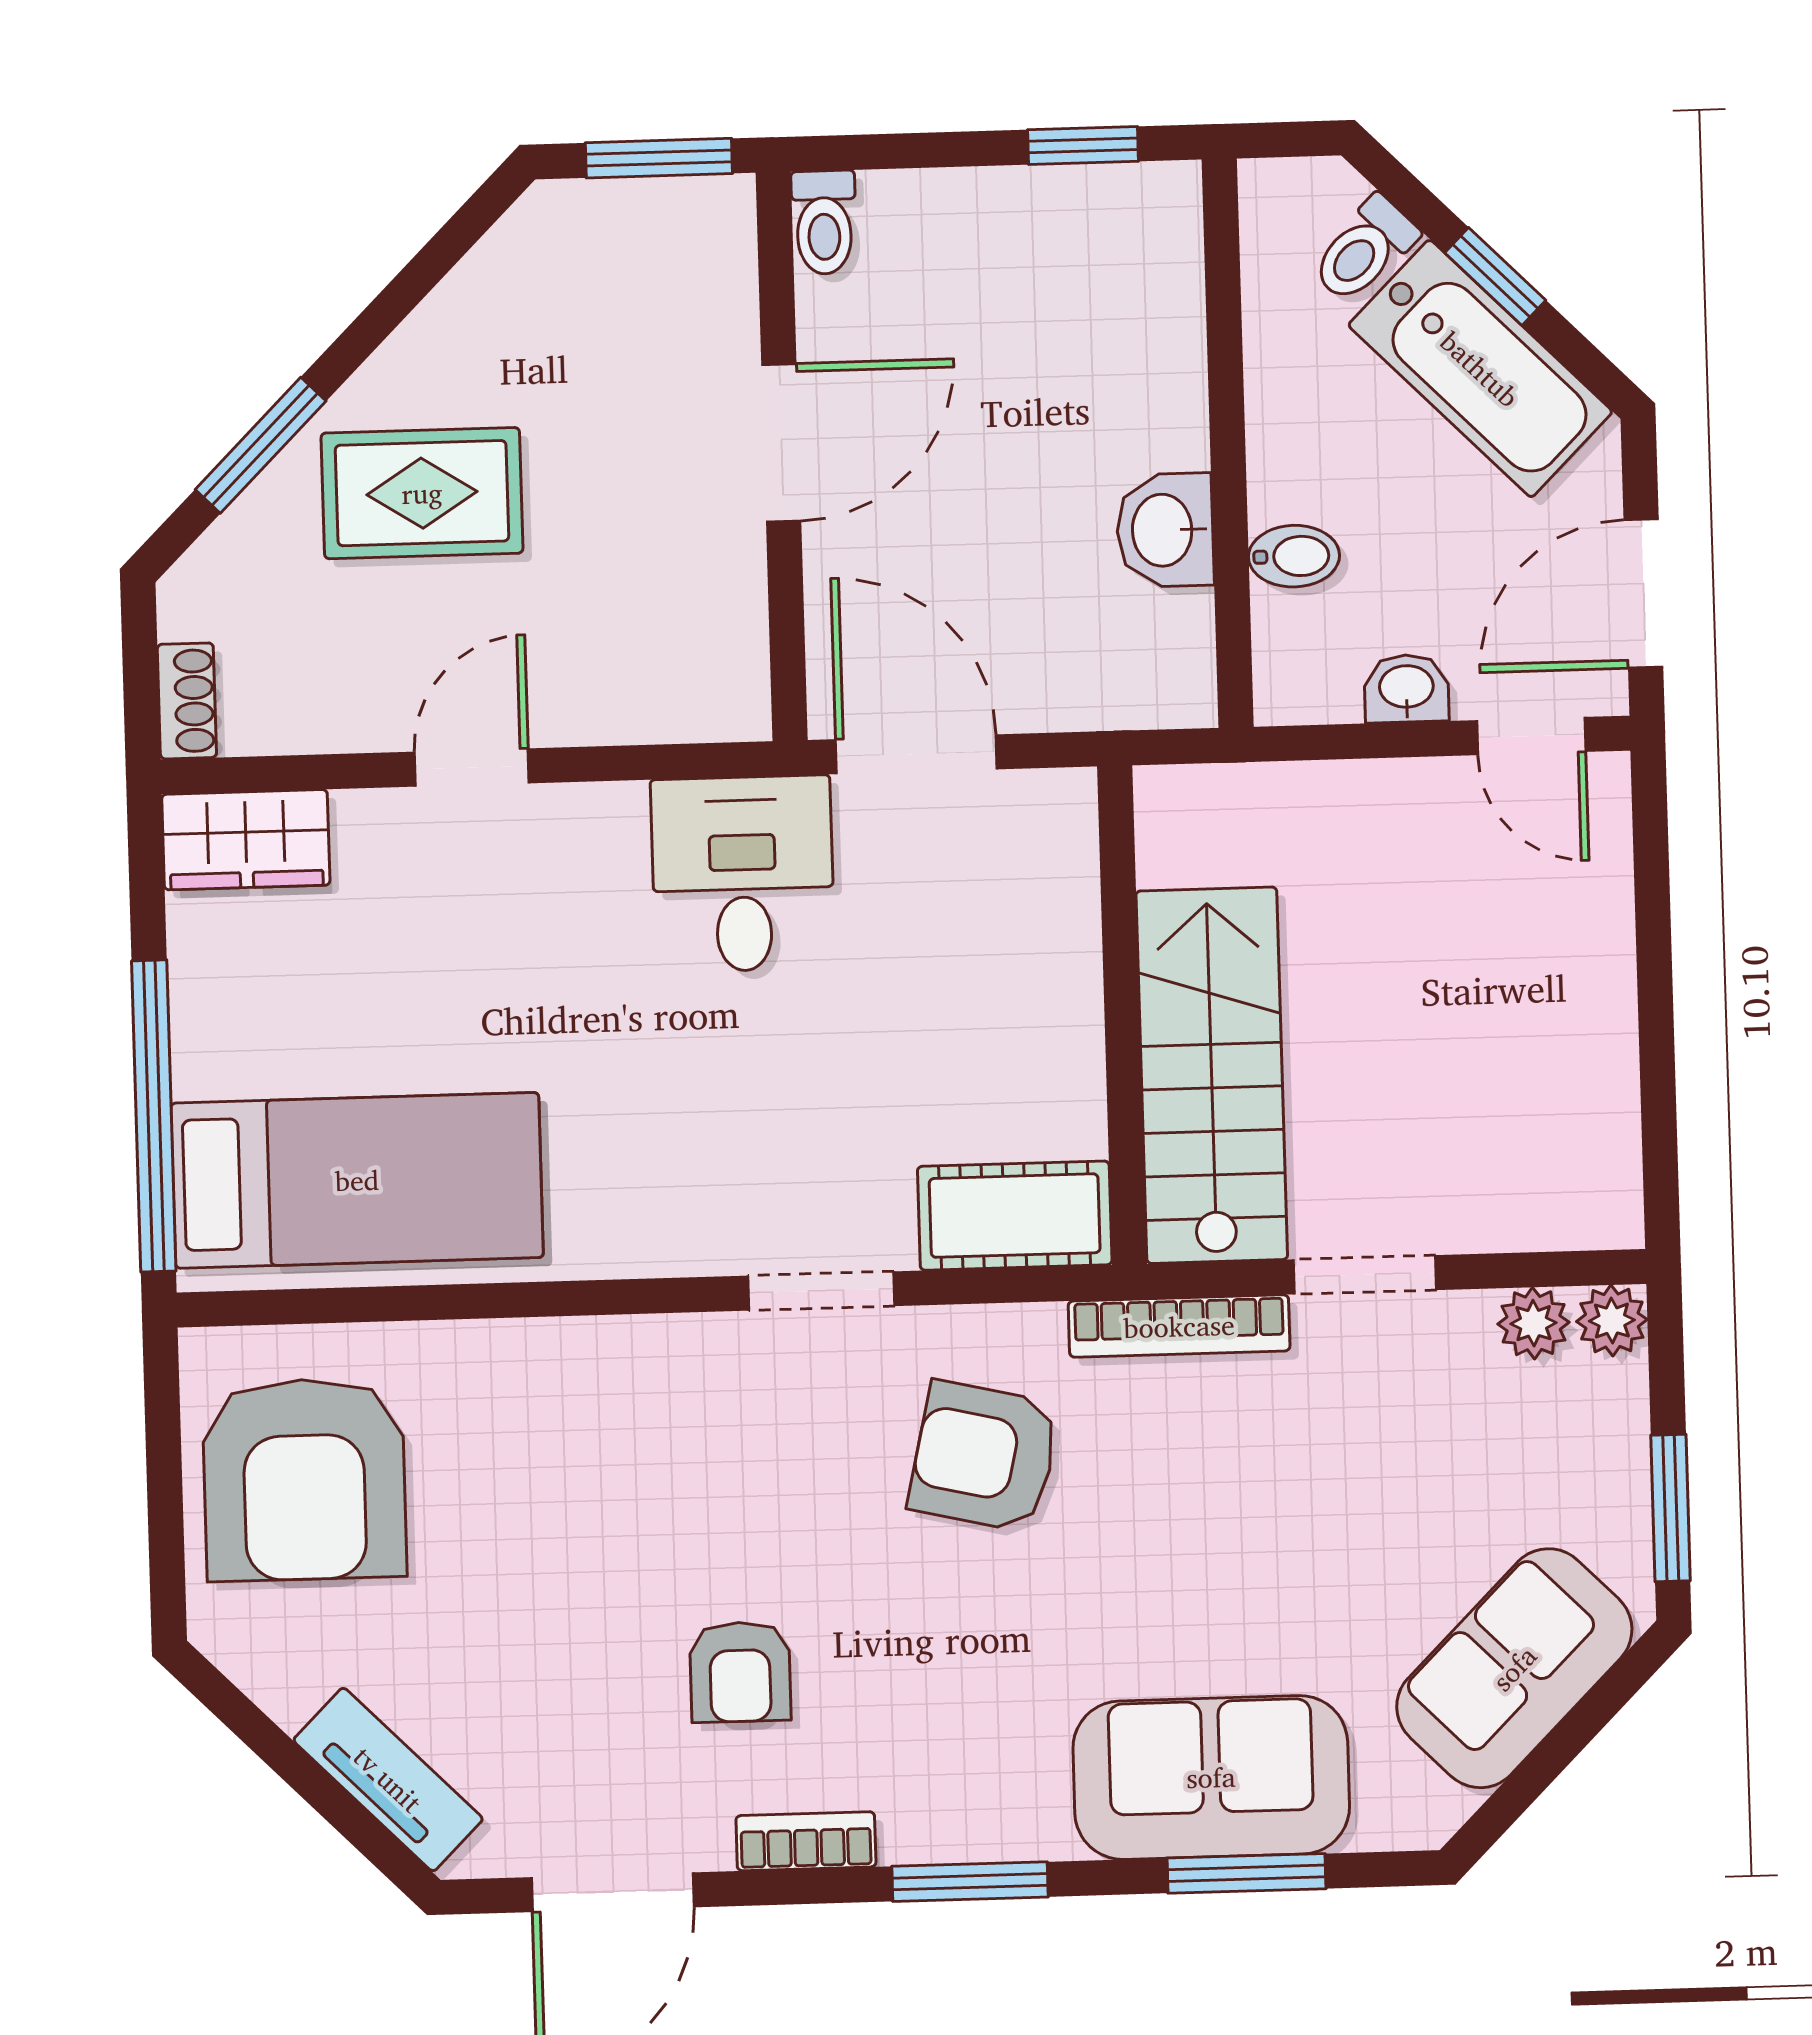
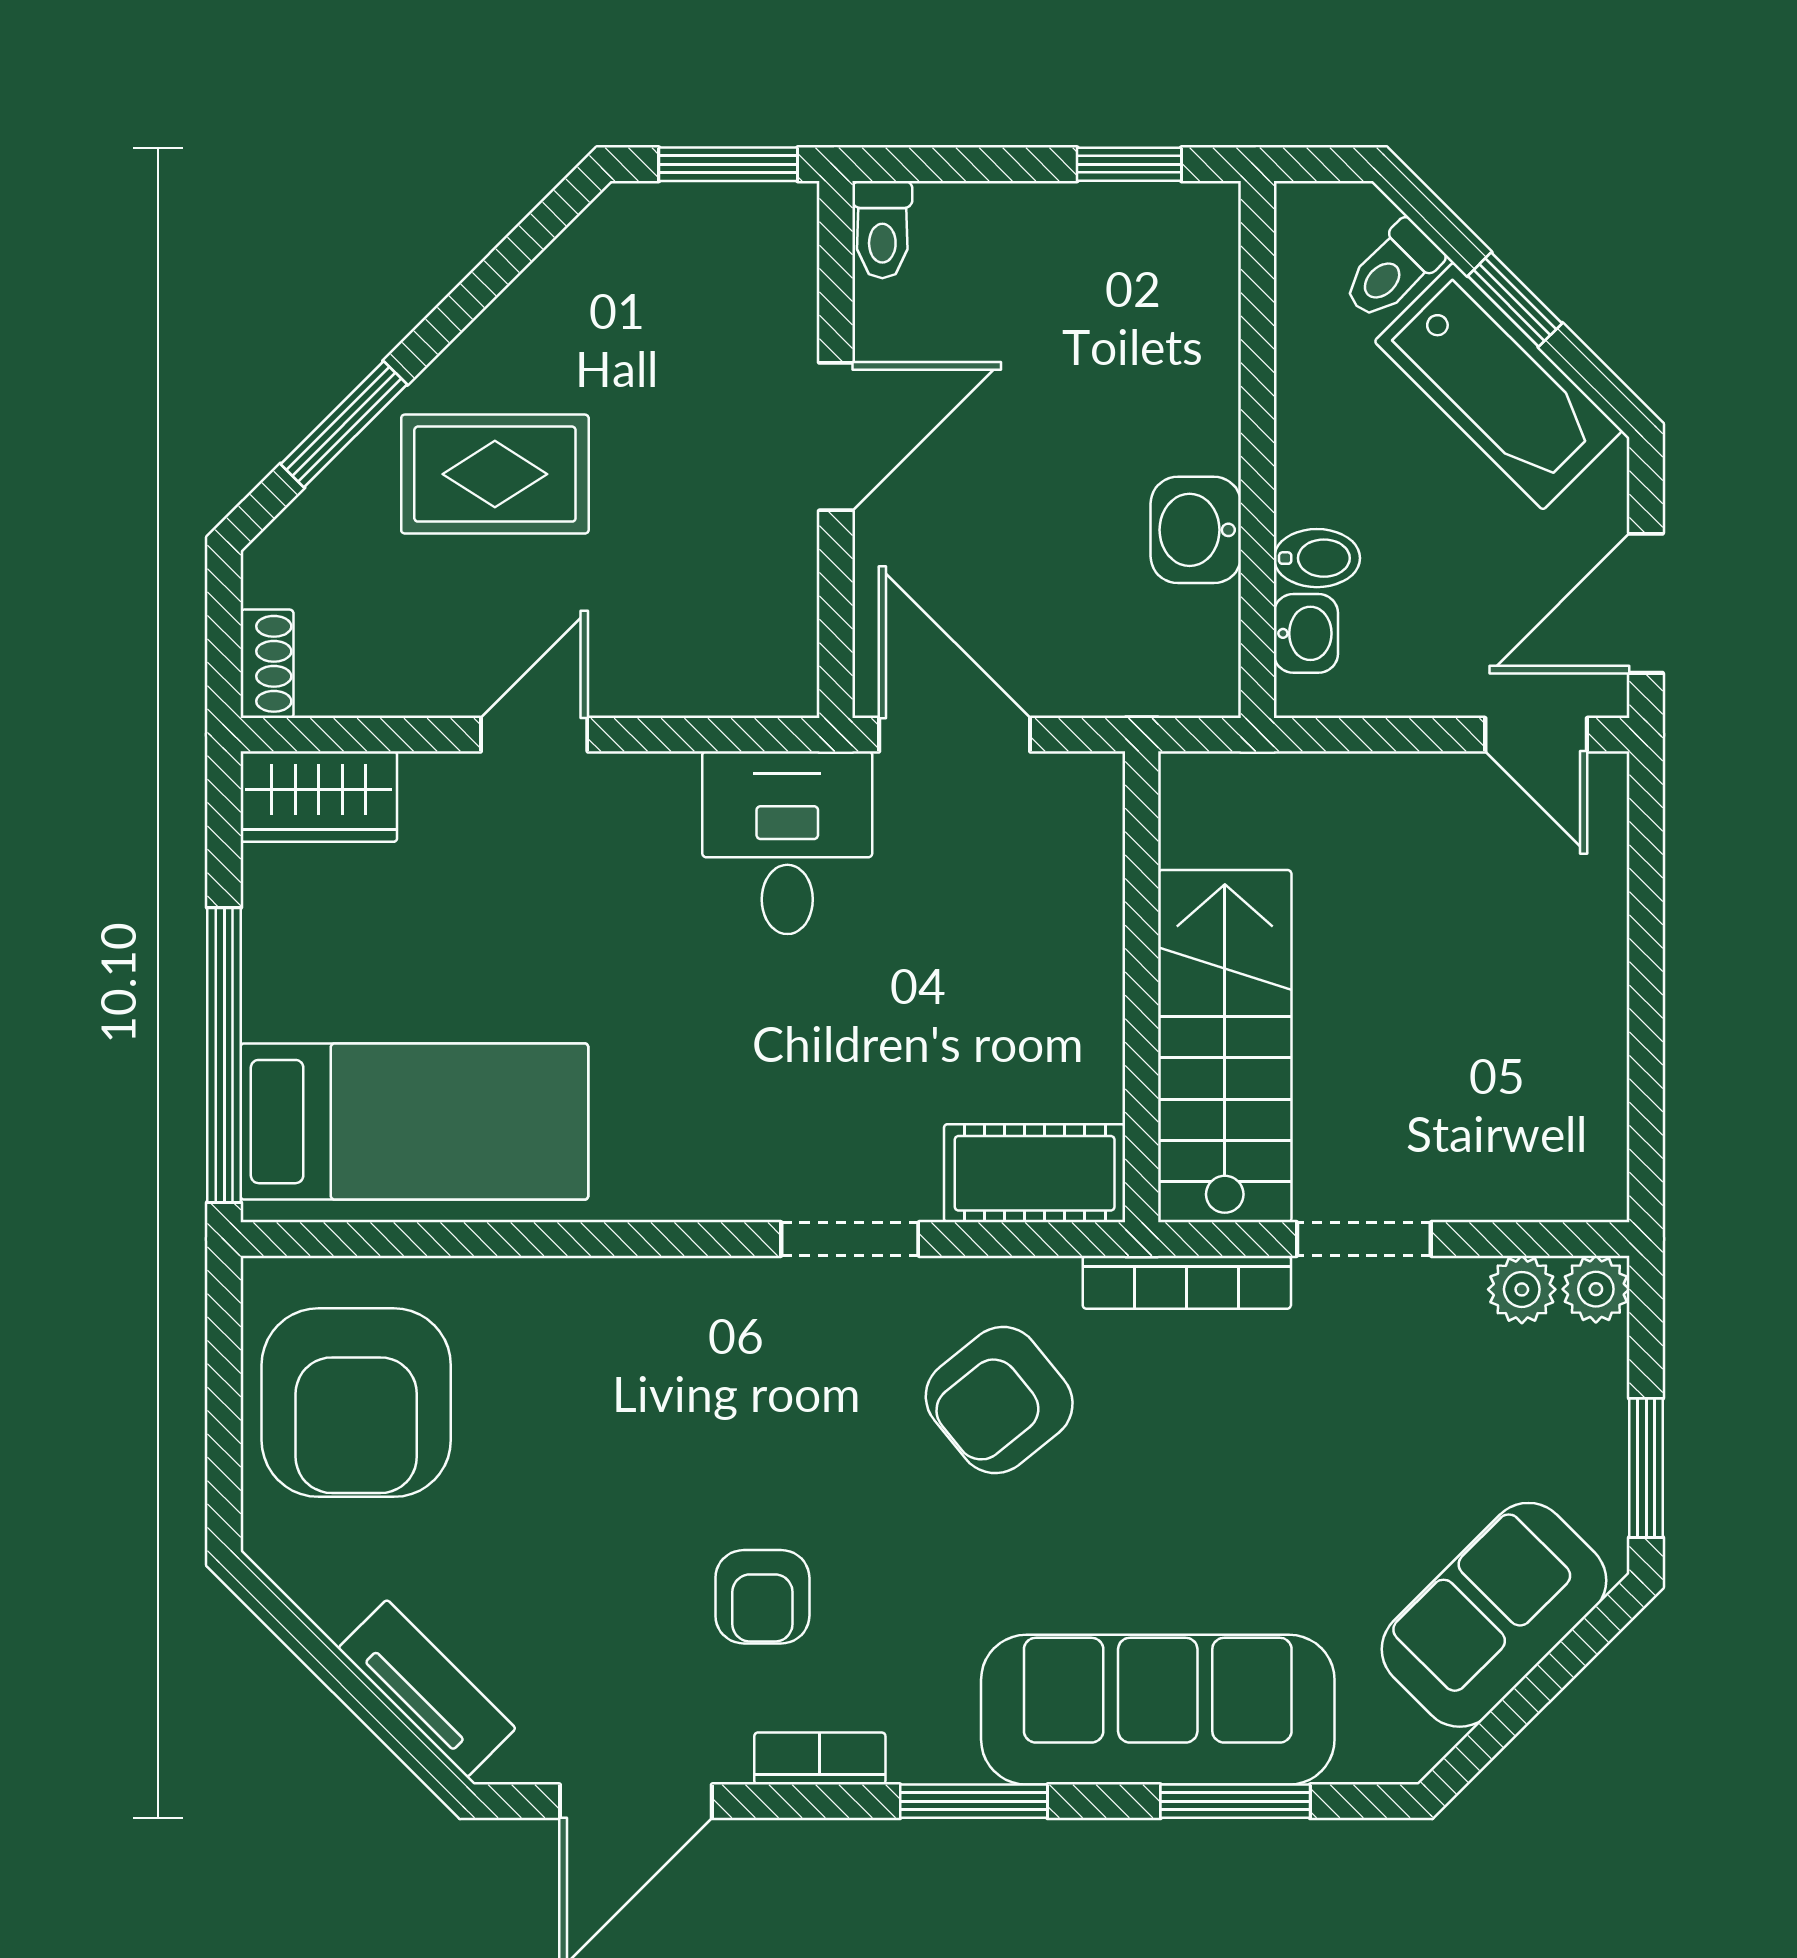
washbasin: (1406, 688) -> (1306, 633), moved, turned 90
armchair: (984, 1456) -> (999, 1400), turned -52
sofa: (1211, 1777) -> (1158, 1710), width x1.36

